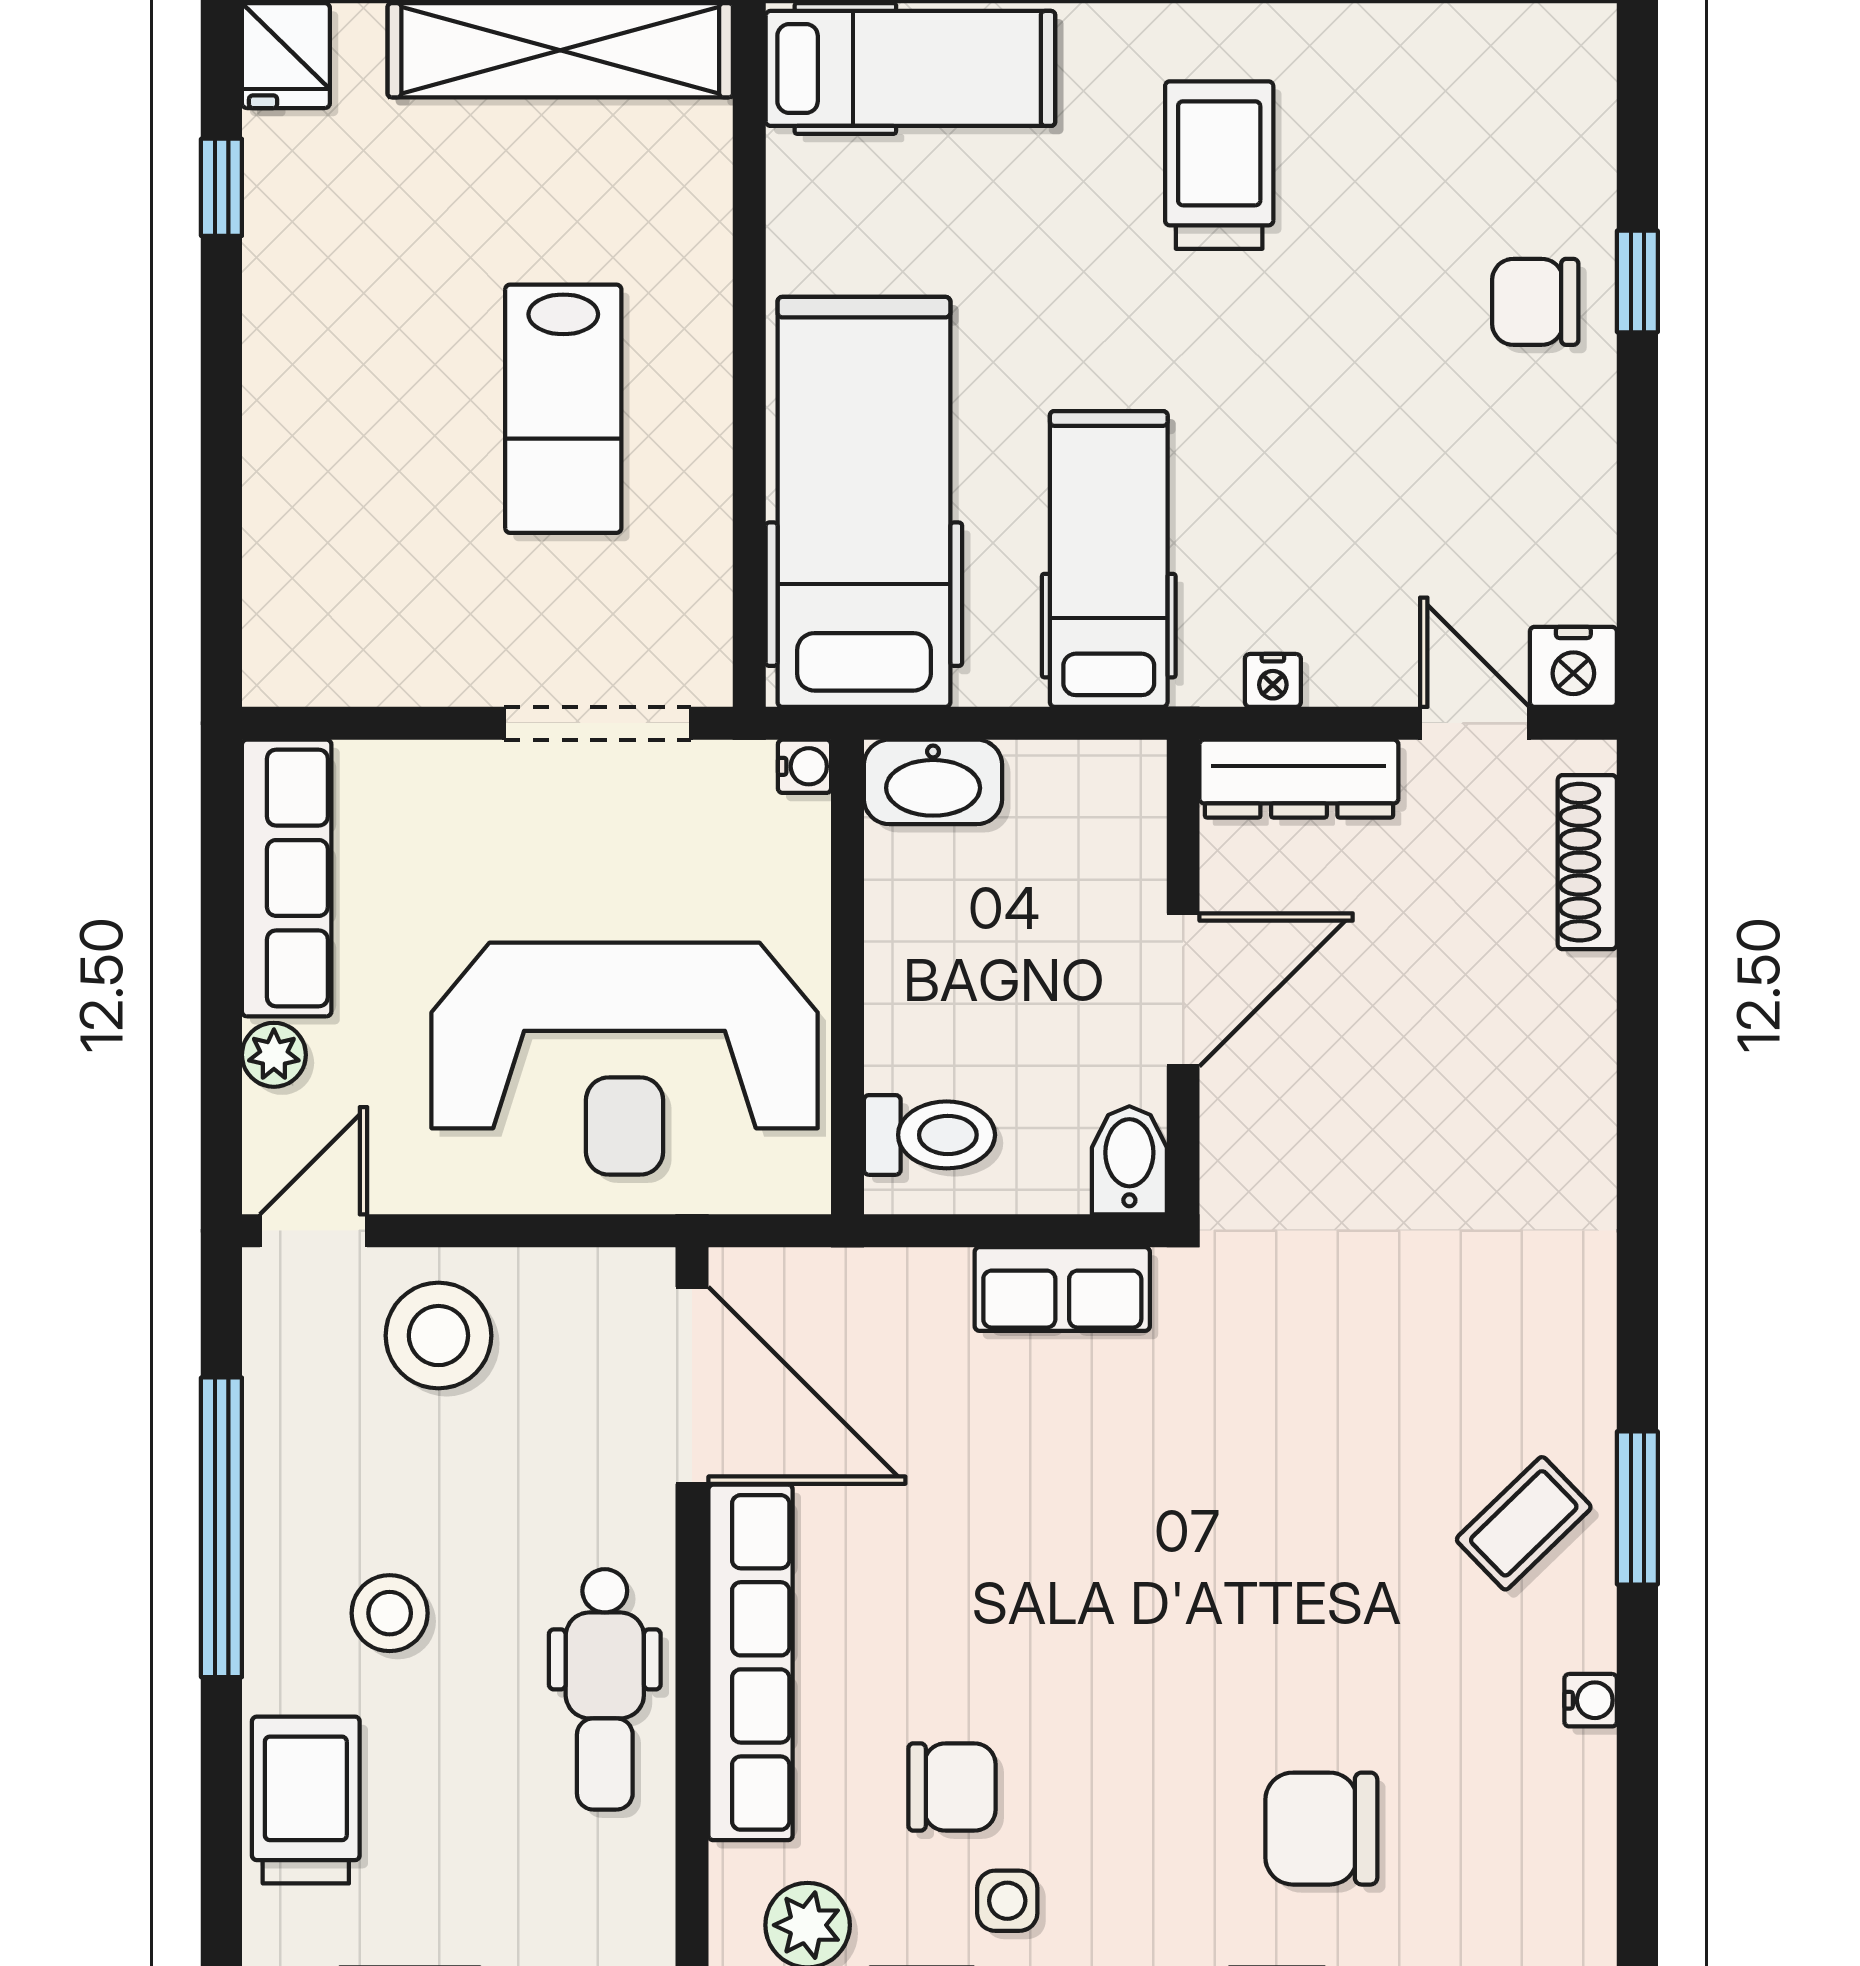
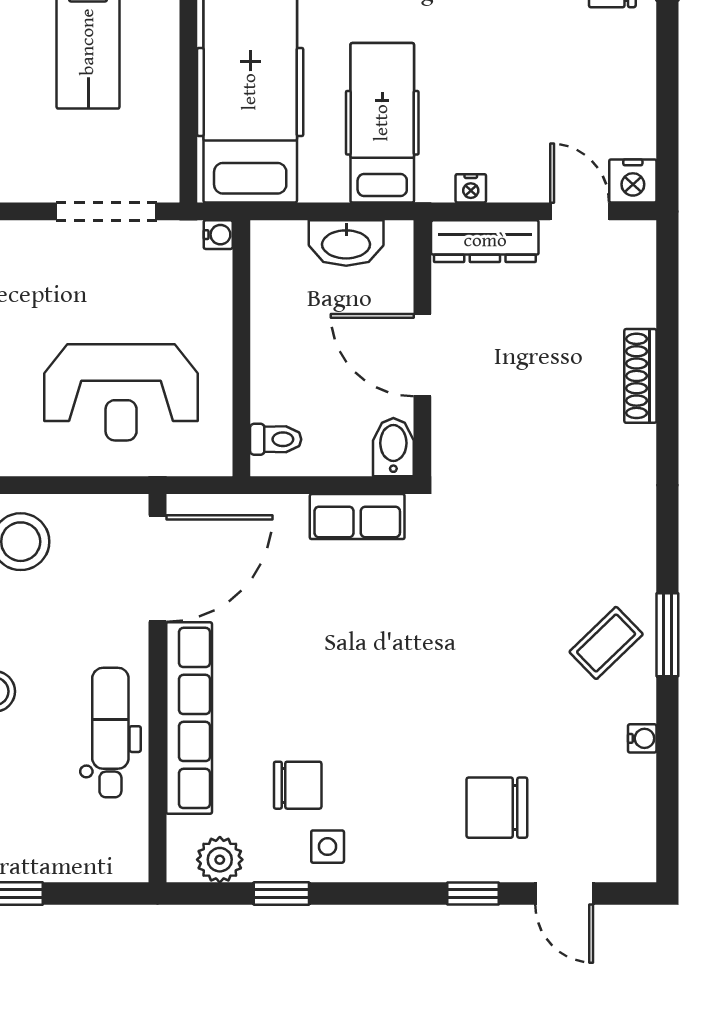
washbasin: (933, 782) -> (346, 243), moved
shoe rack: (1587, 862) -> (640, 376), moved
door: (1183, 990) -> (422, 355), swing flipped
reception desk: (625, 1059) -> (121, 392), width x0.74, depth x0.77
toilet: (929, 1135) -> (276, 439), width x0.73, depth x0.72
door: (692, 1385) -> (157, 568), hinge flipped
dental chair: (605, 1689) -> (110, 733), turned 180

